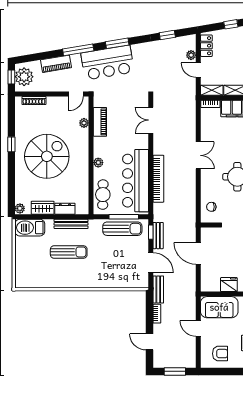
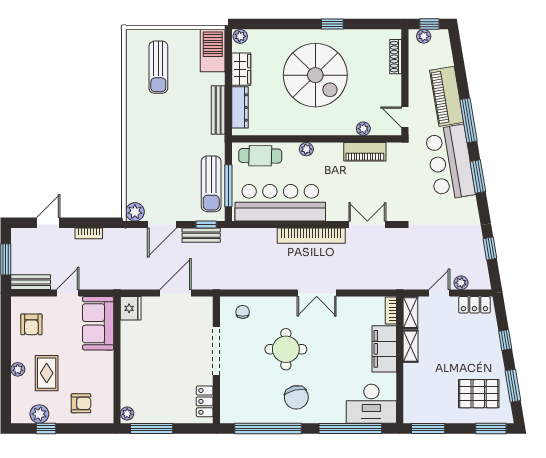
piano: (56, 64) -> (447, 96), width x1.37, depth x1.33
plant: (24, 77) -> (424, 36), width x0.53, depth x0.53
bookcase: (158, 179) -> (311, 236), moved
dresser: (65, 209) -> (240, 107), width x1.44
sun lounger: (69, 252) -> (158, 67), moved
plant: (142, 282) -> (135, 212), added
fridge: (229, 285) -> (131, 308), moved
bench: (158, 290) -> (31, 282), moved

